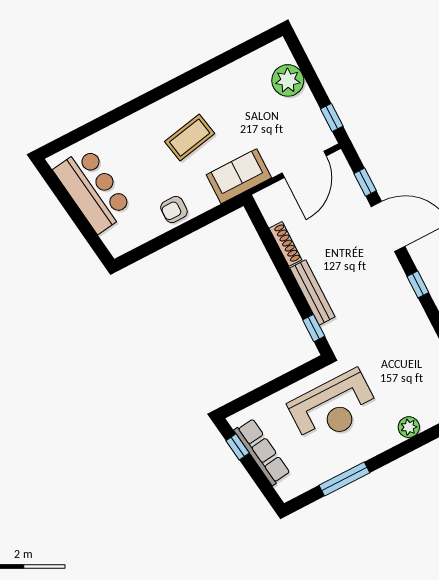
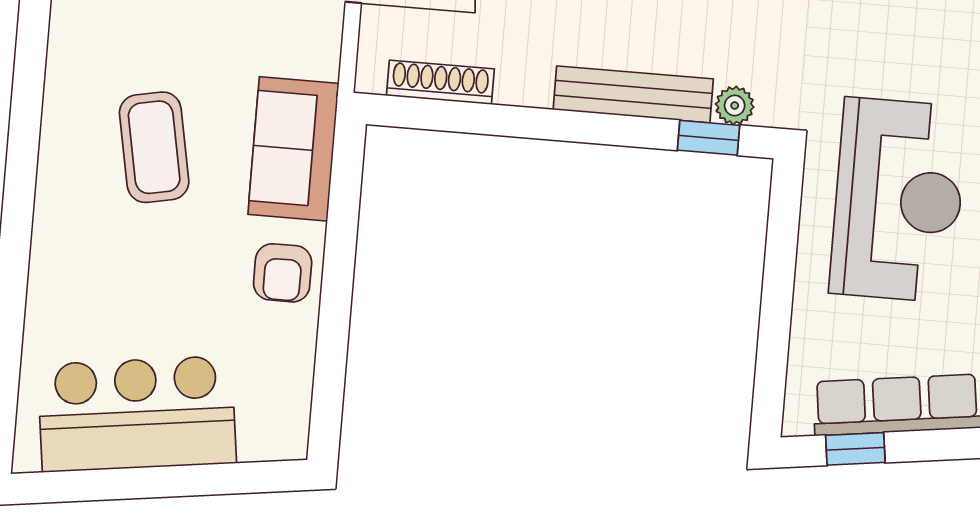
sofa: (239, 176) -> (293, 149), moved
shoe rack: (285, 244) -> (440, 82), moved
plant: (331, 330) -> (735, 106), added

